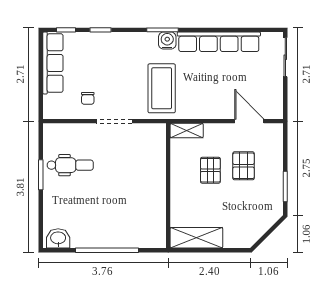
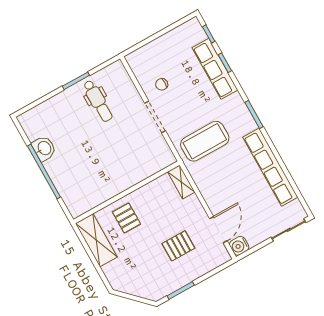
water cooler: (167, 41) -> (239, 246), moved, turned 180
row of seats: (53, 63) -> (215, 69), moved, turned 90
pallet: (210, 170) -> (126, 218), moved, turned 90
washbasin: (58, 238) -> (44, 148), moved

